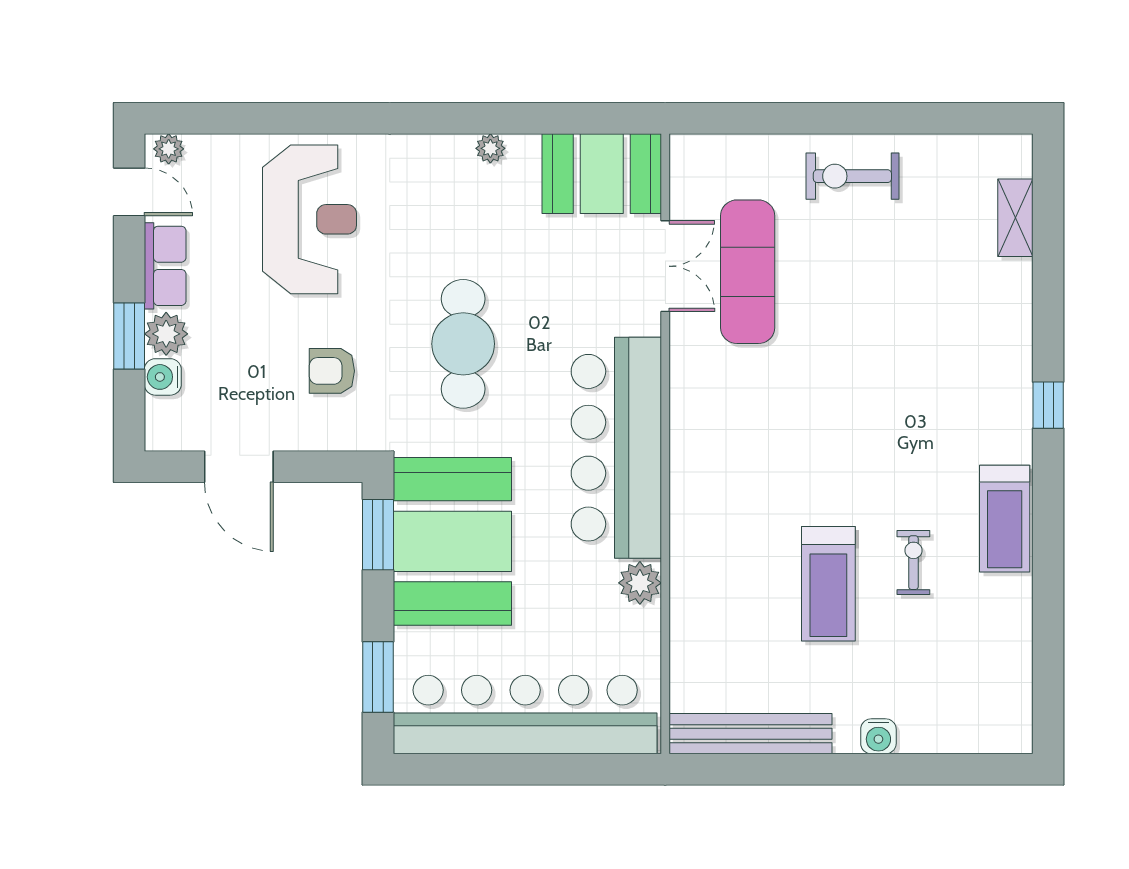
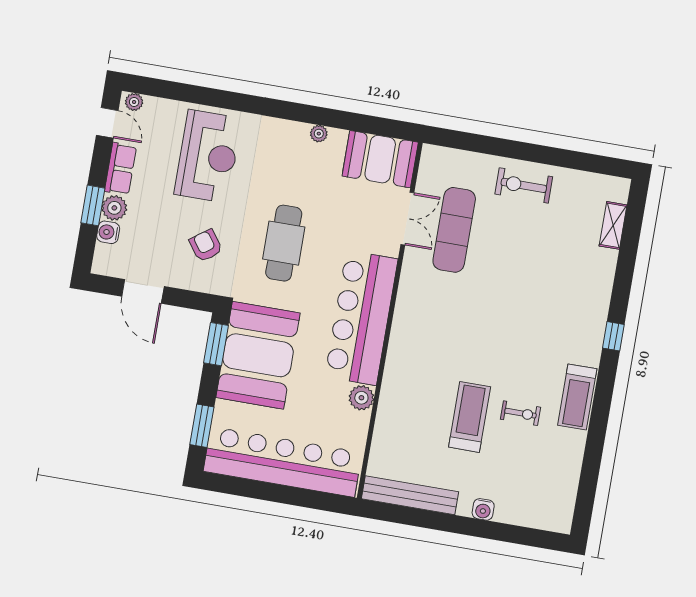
armchair: (332, 371) -> (206, 246), turned 54
exercise bike: (913, 563) -> (520, 413), turned 90
treadmill: (828, 584) -> (470, 417), turned 180

